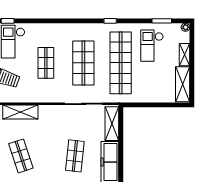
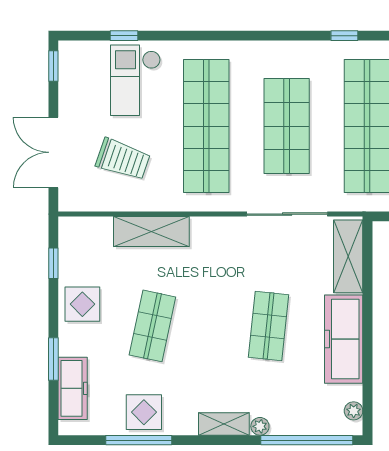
shop shelf: (46, 63) -> (206, 126), width x2.00, depth x1.36
shop shelf: (21, 156) -> (152, 326), turned 30

